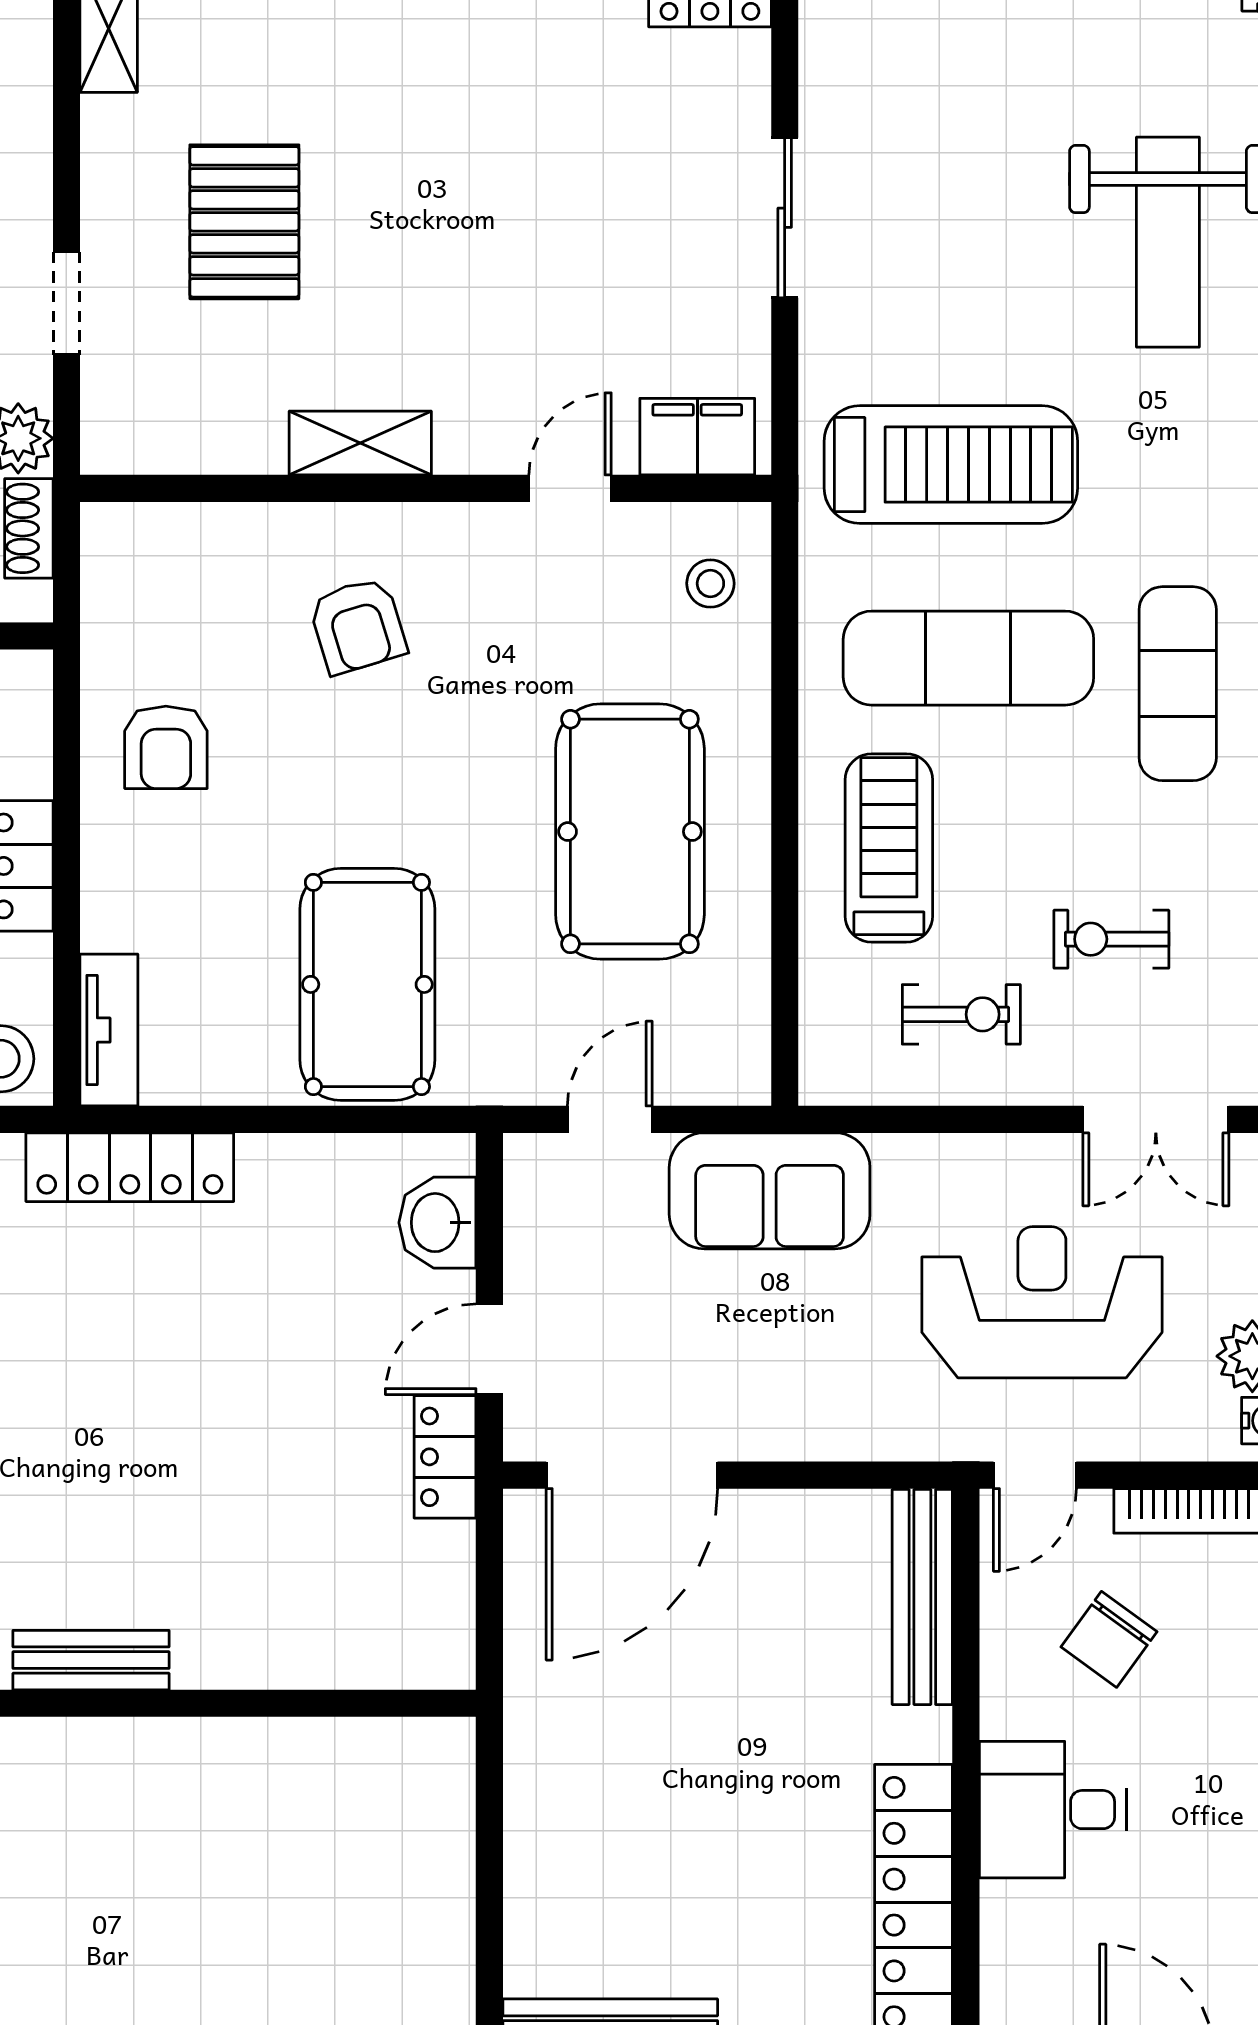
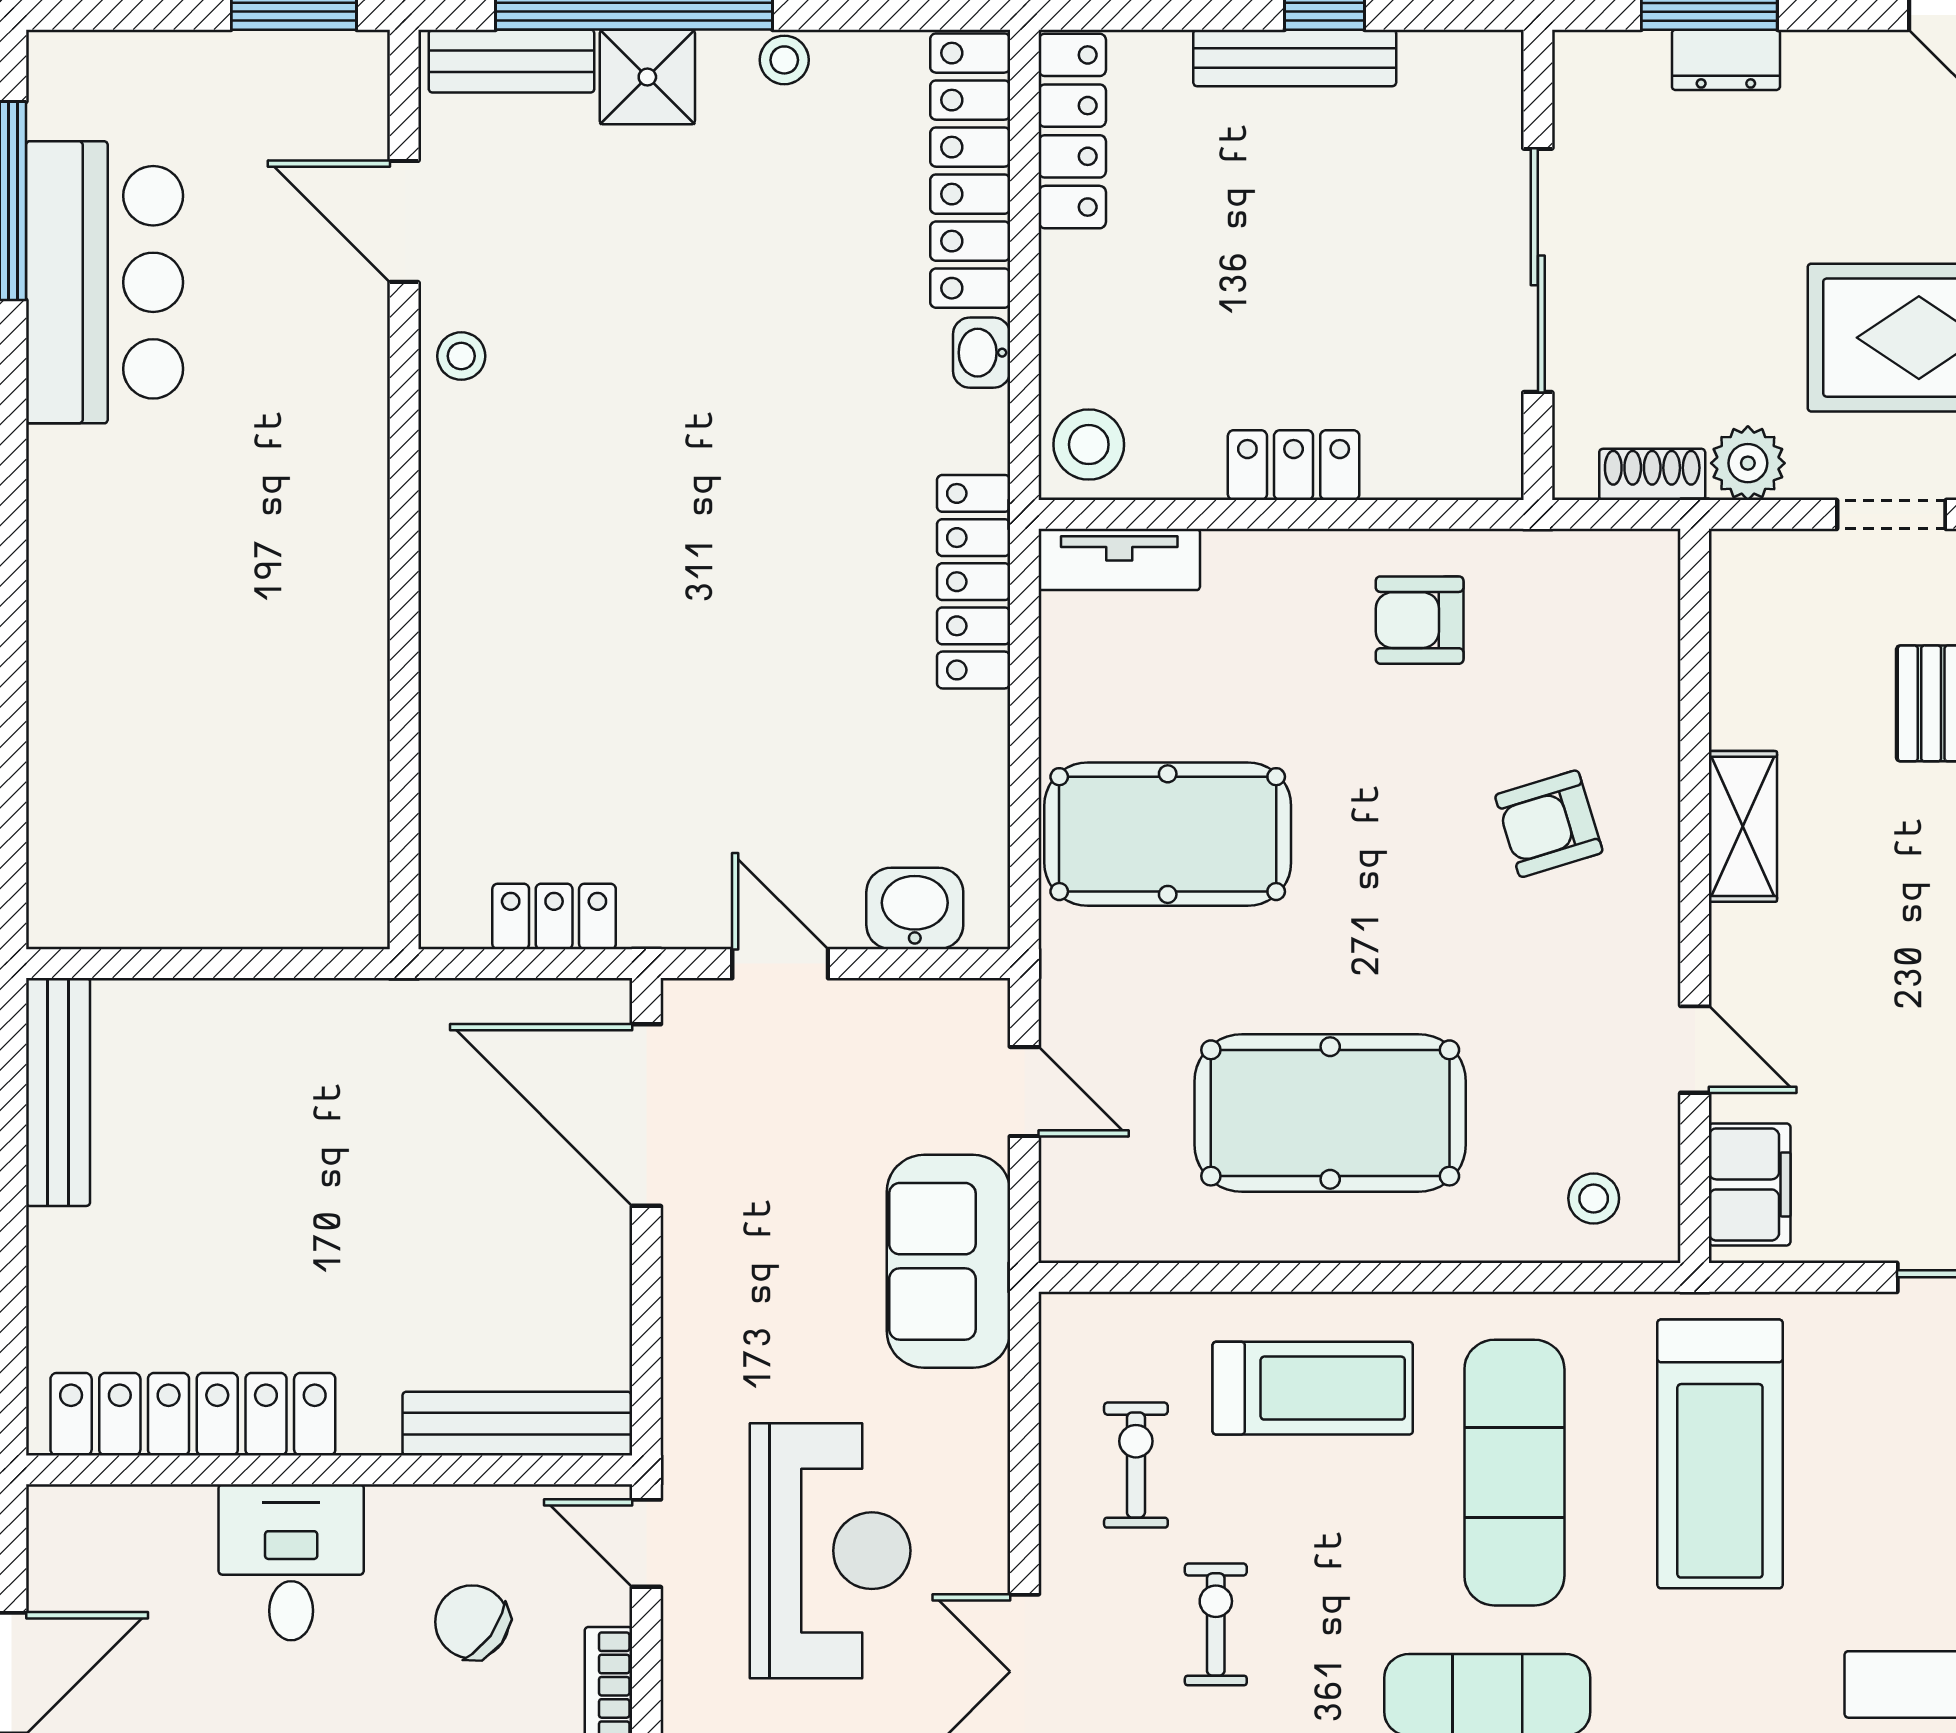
exercise bike: (961, 1014) -> (1136, 1465), turned 180
locker: (445, 1457) -> (554, 916), moved
bench: (91, 1660) -> (450, 540), removed

